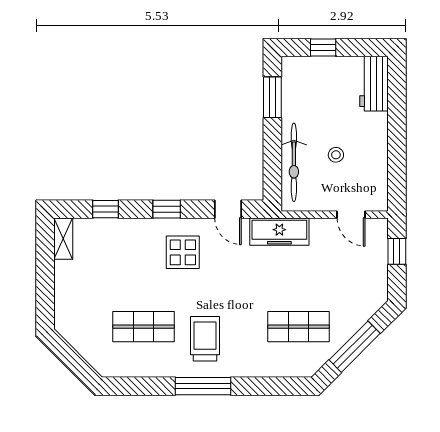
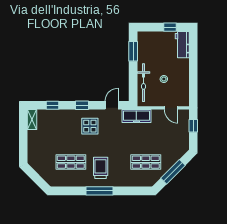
window: (323, 48) -> (170, 27), moved
door: (228, 209) -> (112, 105), swing flipped

